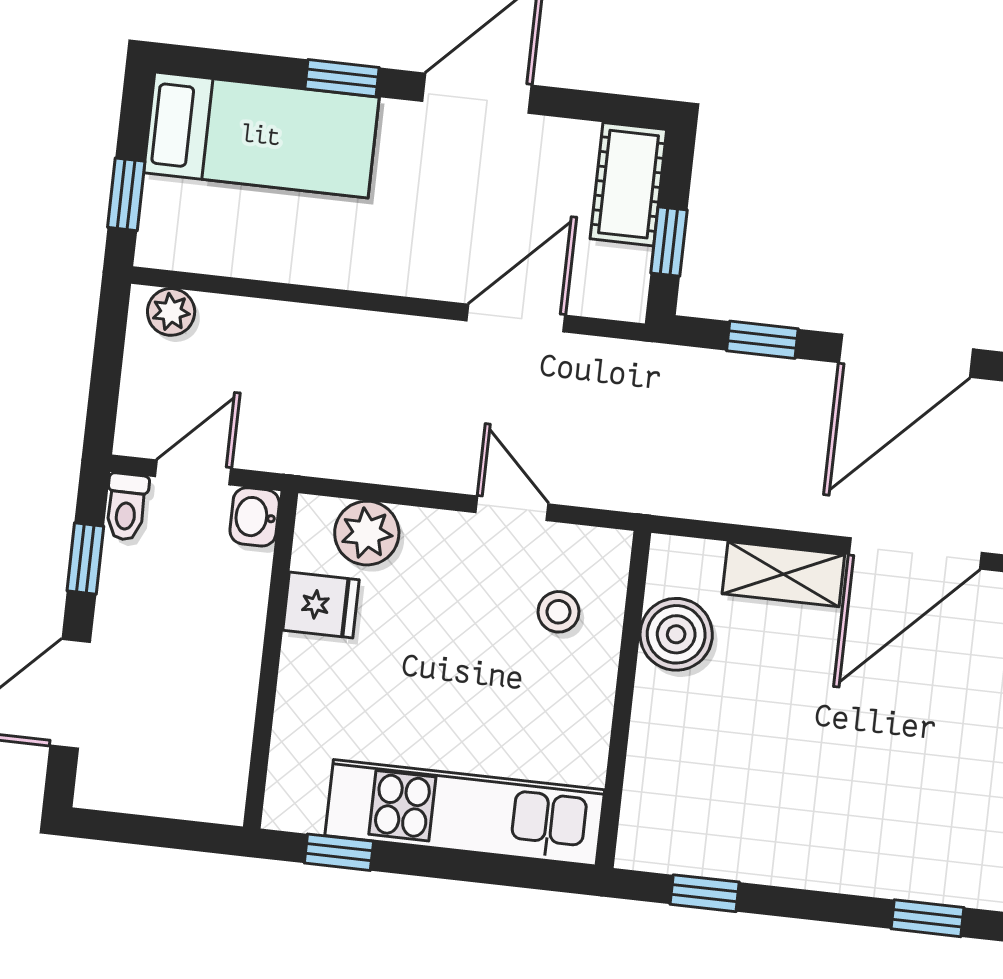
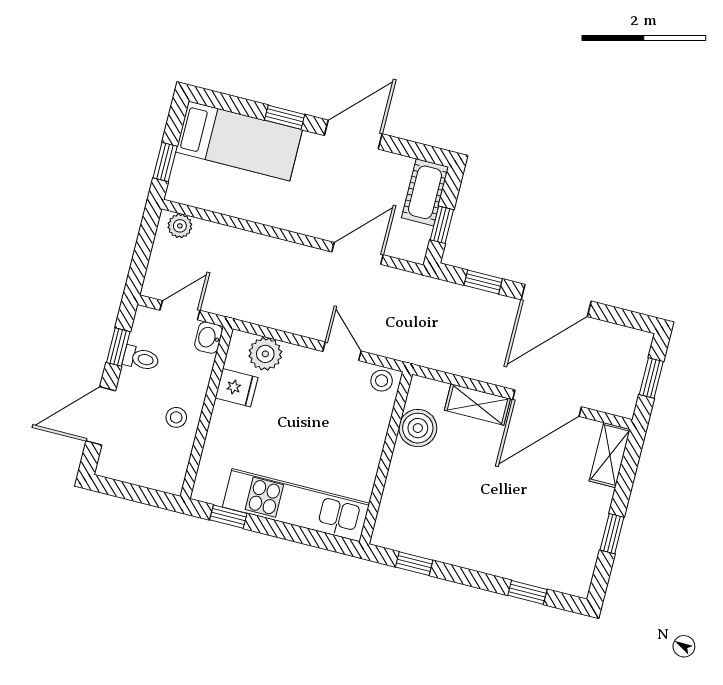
toilet: (126, 507) -> (141, 358), moved, turned -90
stool: (559, 612) -> (382, 381), moved
stool: (214, 677) -> (176, 417), added

